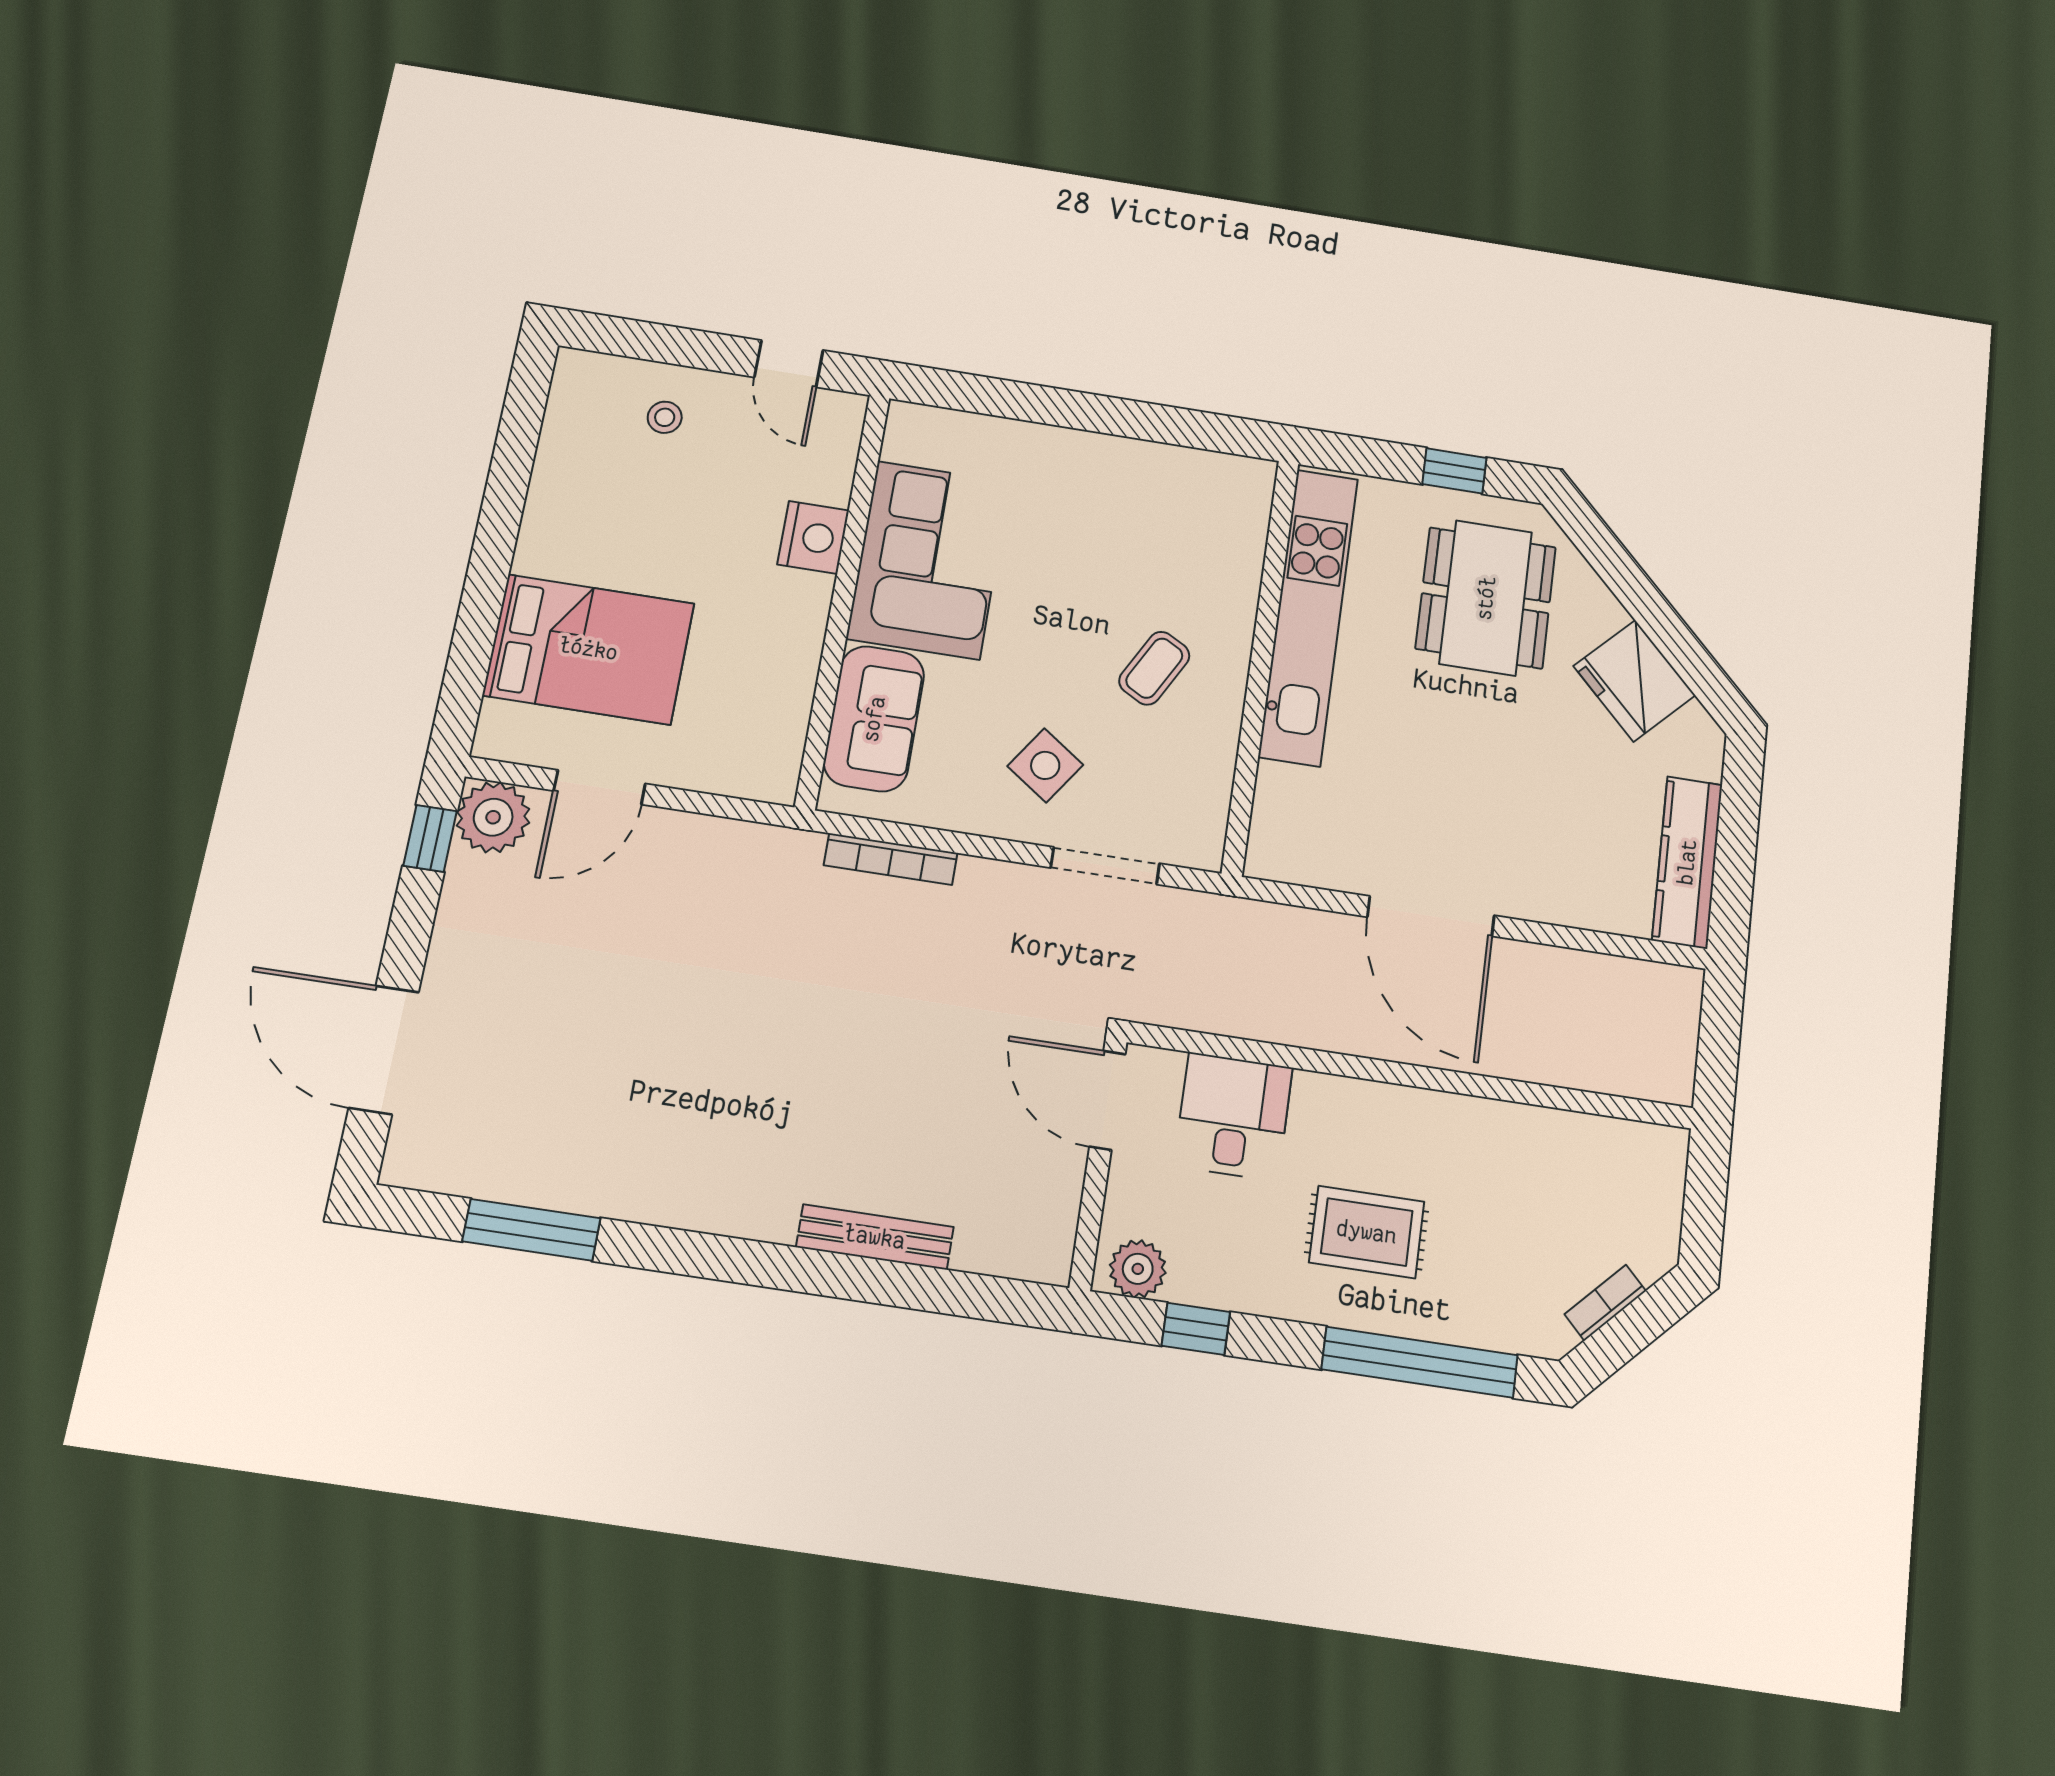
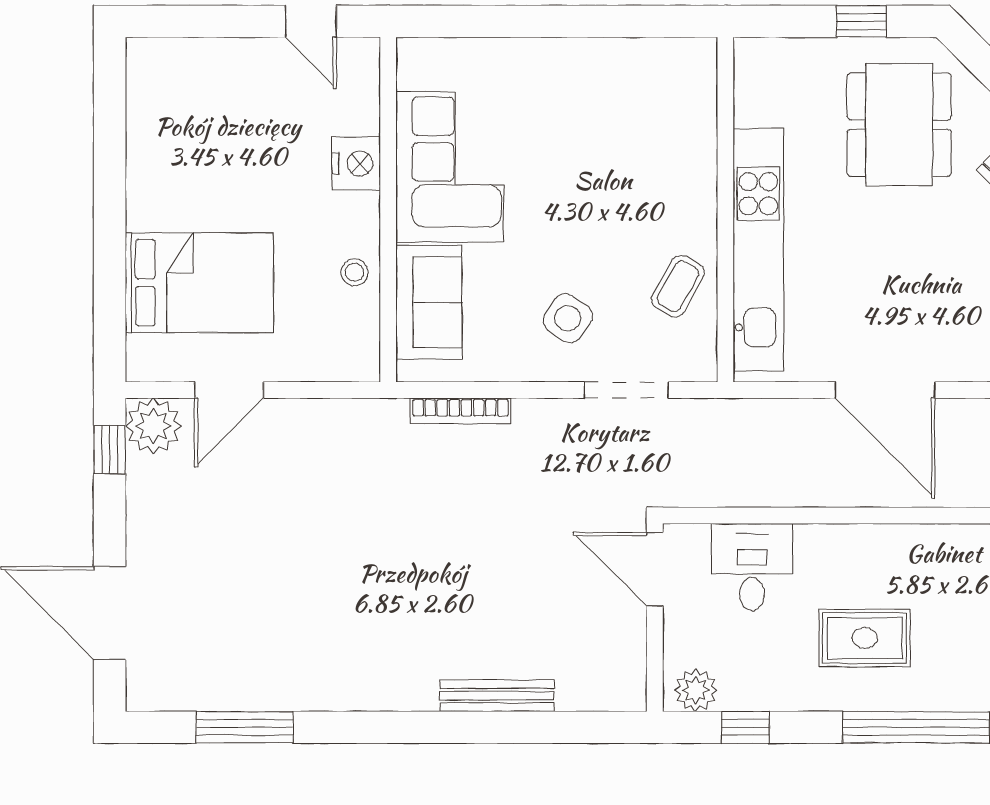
stool: (665, 417) -> (355, 272), moved
kitchen unit: (1309, 616) -> (758, 250), moved
coffee table: (1154, 668) -> (678, 286), moved

